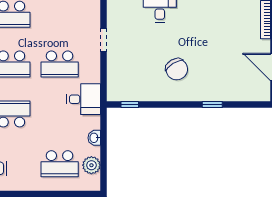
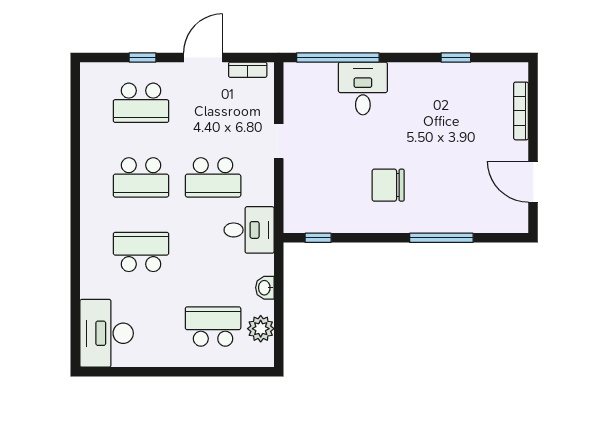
chair: (177, 69) -> (388, 185), turned 121
window: (212, 104) -> (441, 238), width x2.17
school desk: (60, 164) -> (213, 326), turned 180

